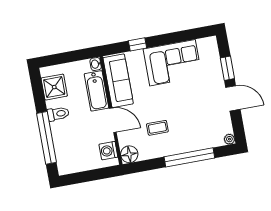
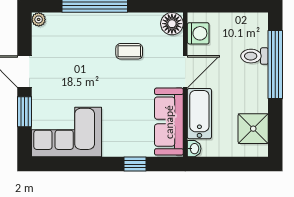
corner sofa: (173, 63) -> (66, 132), moved
toilet: (58, 114) -> (255, 56), moved
door: (113, 120) -> (185, 72), swing flipped

